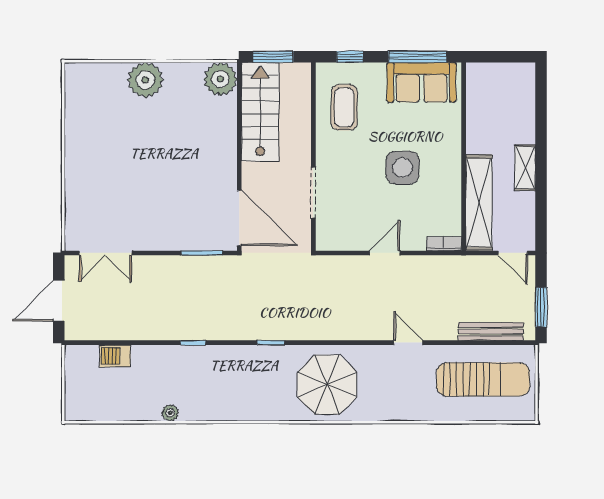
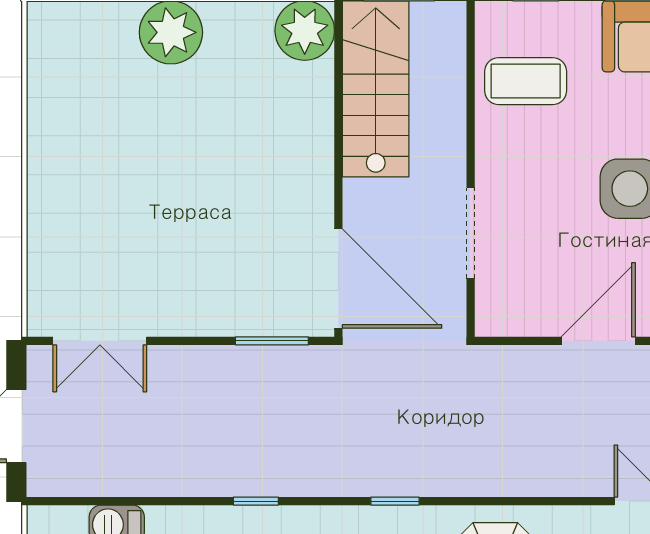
coffee table: (344, 107) -> (526, 81), turned 90
door: (385, 253) -> (598, 341), width x1.38

